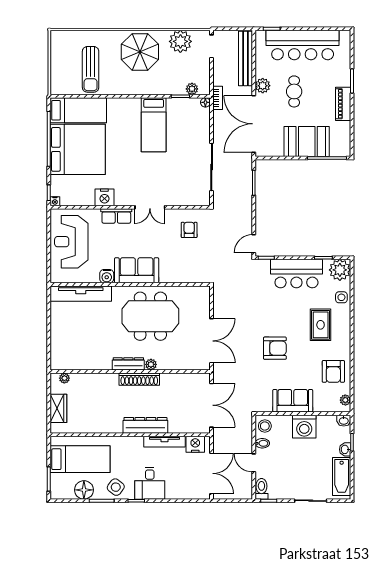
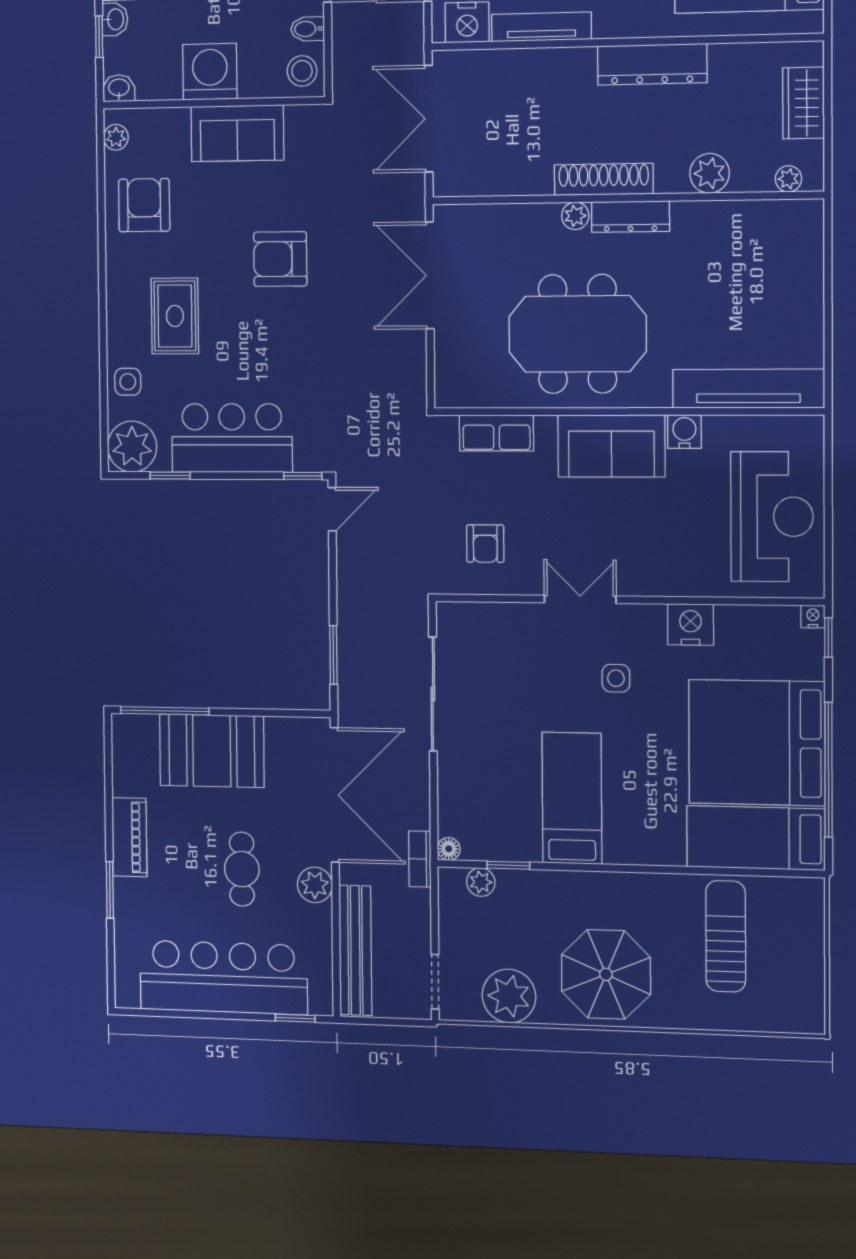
side table: (135, 175) -> (616, 678), added
row of seats: (116, 216) -> (496, 433), moved, turned 180
plant: (96, 381) -> (710, 173), added
dresser: (145, 425) -> (652, 64), moved

